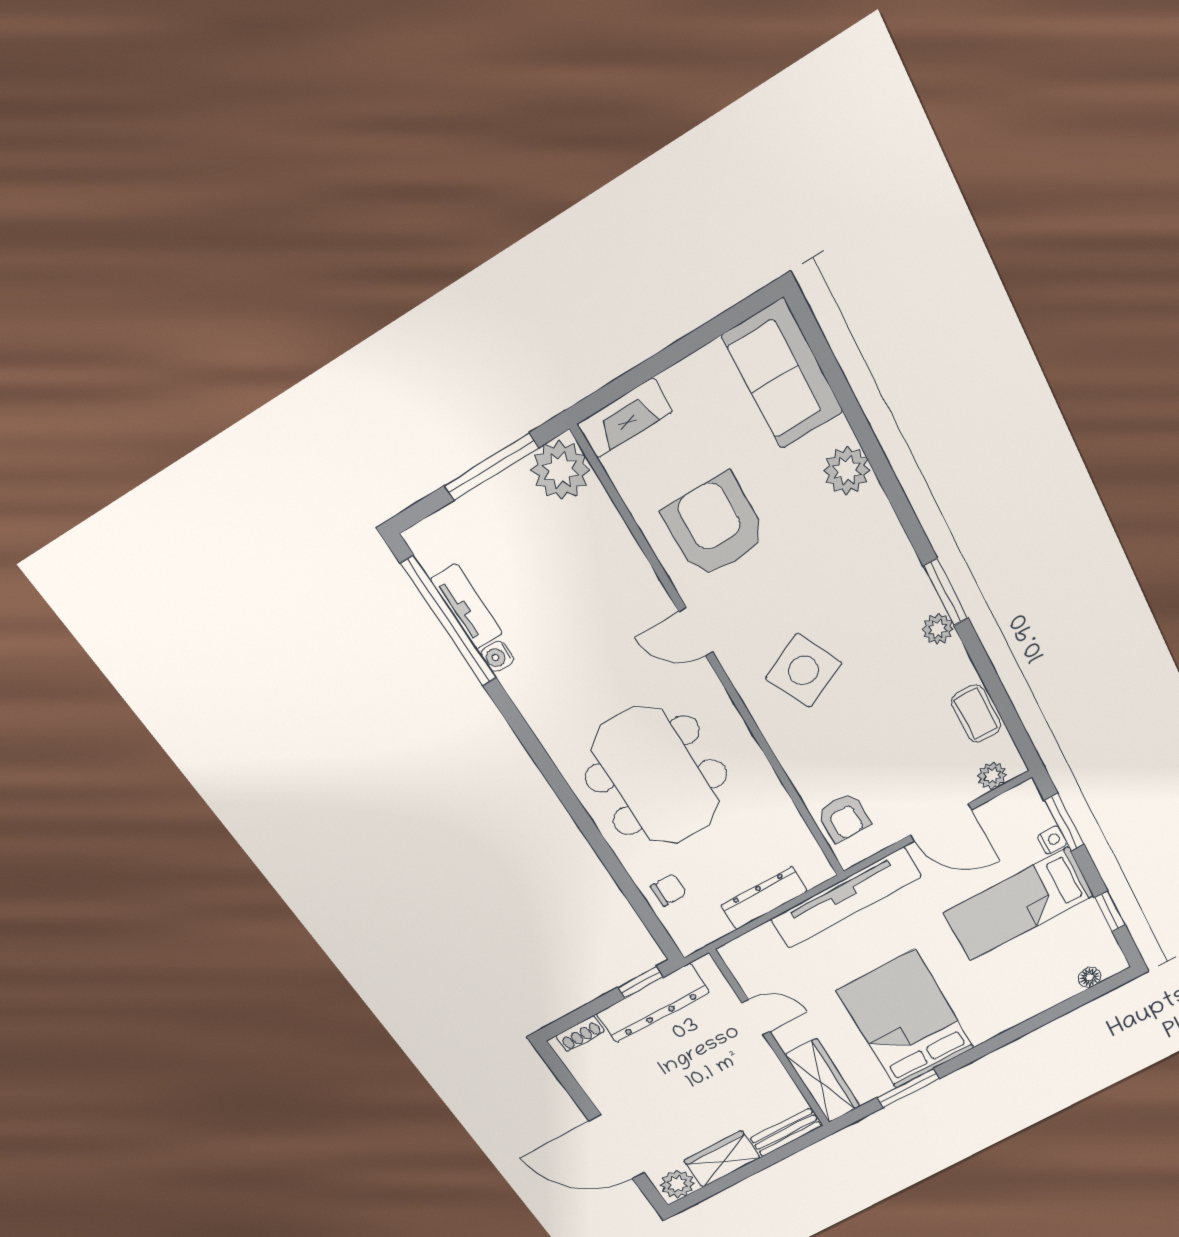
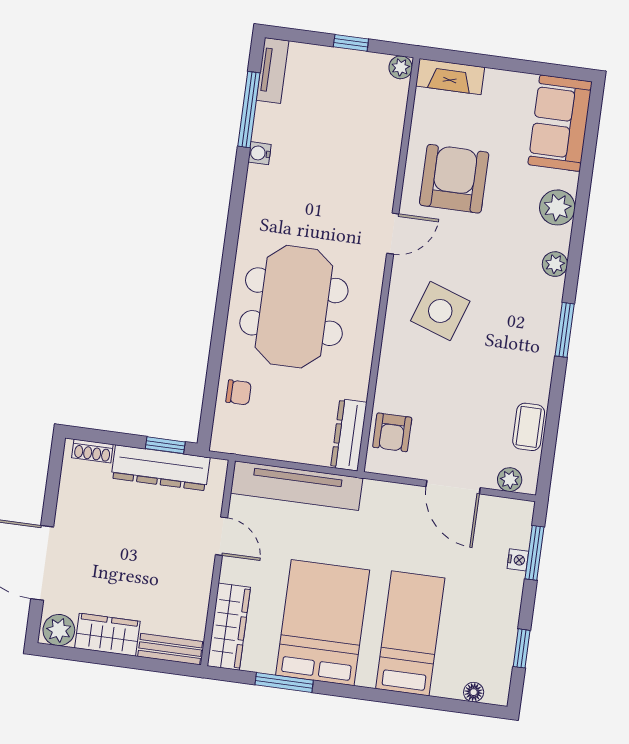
window: (491, 467) -> (351, 43), width x0.46
plant: (560, 470) -> (401, 67), width x0.53, depth x0.53
tv unit: (467, 606) -> (272, 70), moved
window: (449, 621) -> (249, 110), width x0.68
plant: (938, 629) -> (555, 264), moved
door: (696, 632) -> (393, 234), swing flipped
side table: (804, 670) -> (440, 311), turned 45
dresser: (764, 898) -> (349, 435), moved, turned -90
tv unit: (846, 898) -> (297, 486), moved
bed: (1019, 905) -> (410, 633), moved, turned 90

